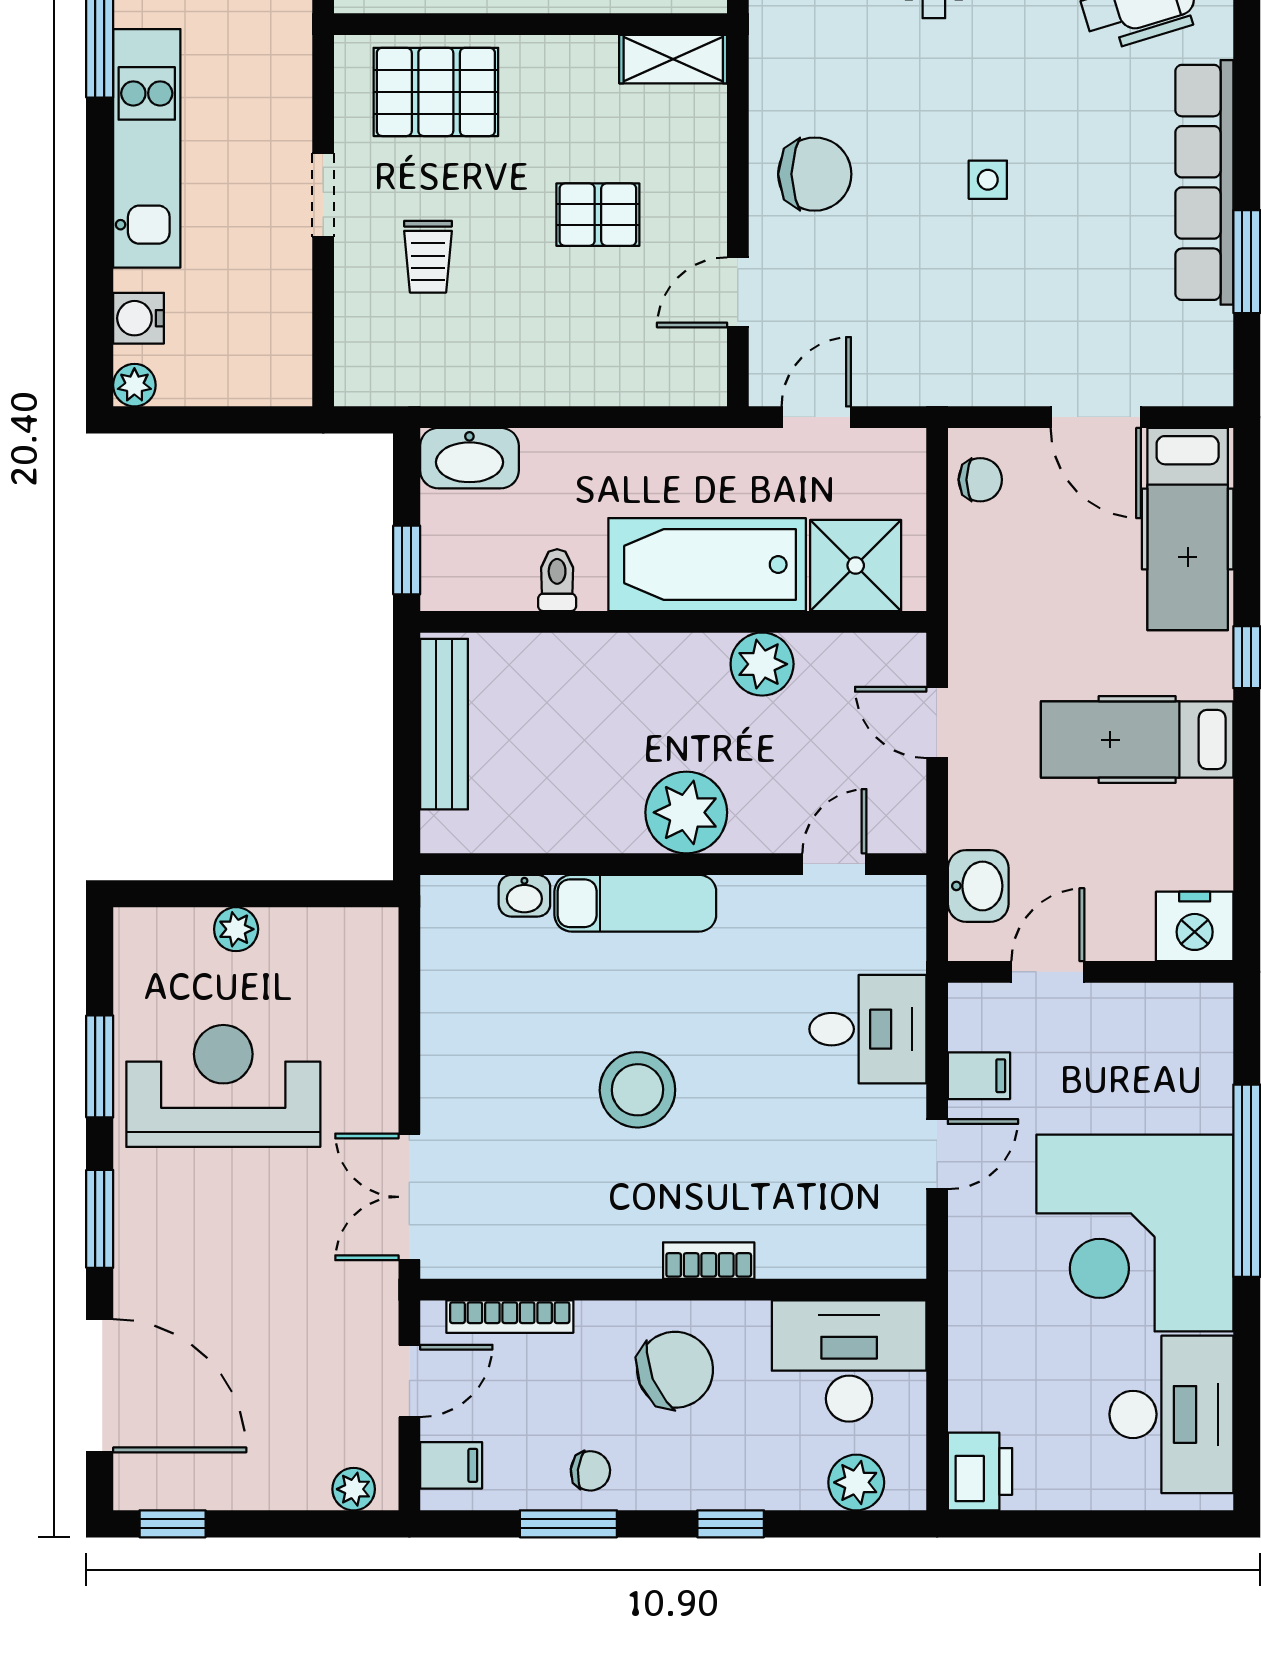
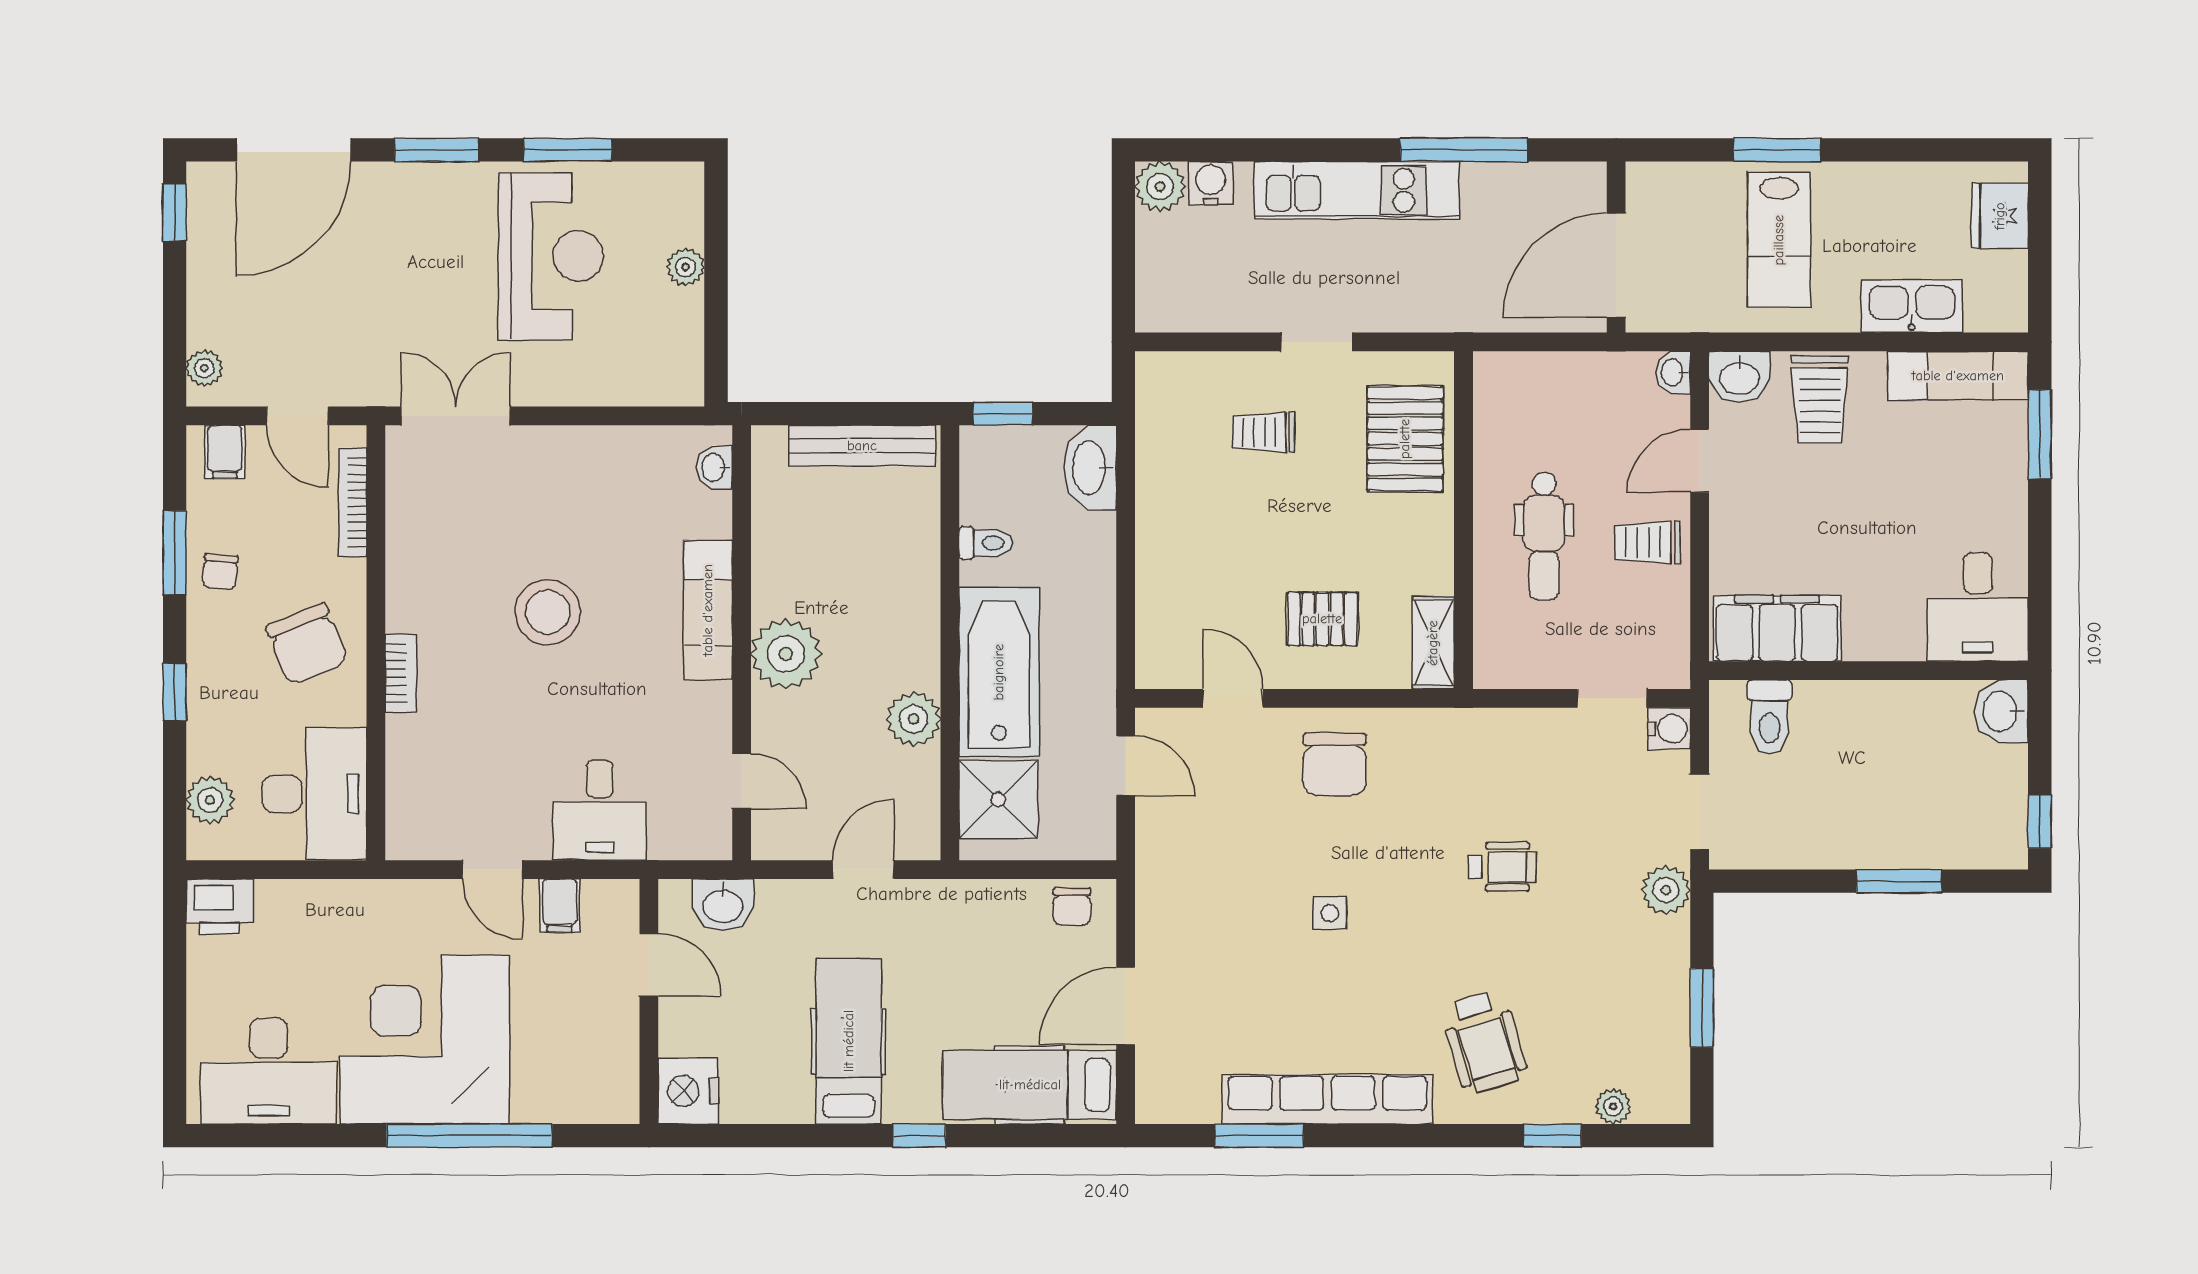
pallet: (598, 215) -> (1322, 619), moved, turned 90
plant: (134, 385) -> (1160, 187), width x1.38, depth x1.38
washbasin: (524, 896) -> (714, 467), moved

